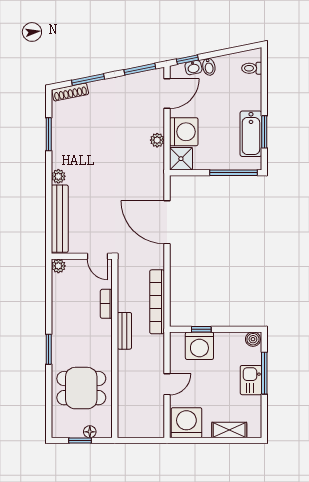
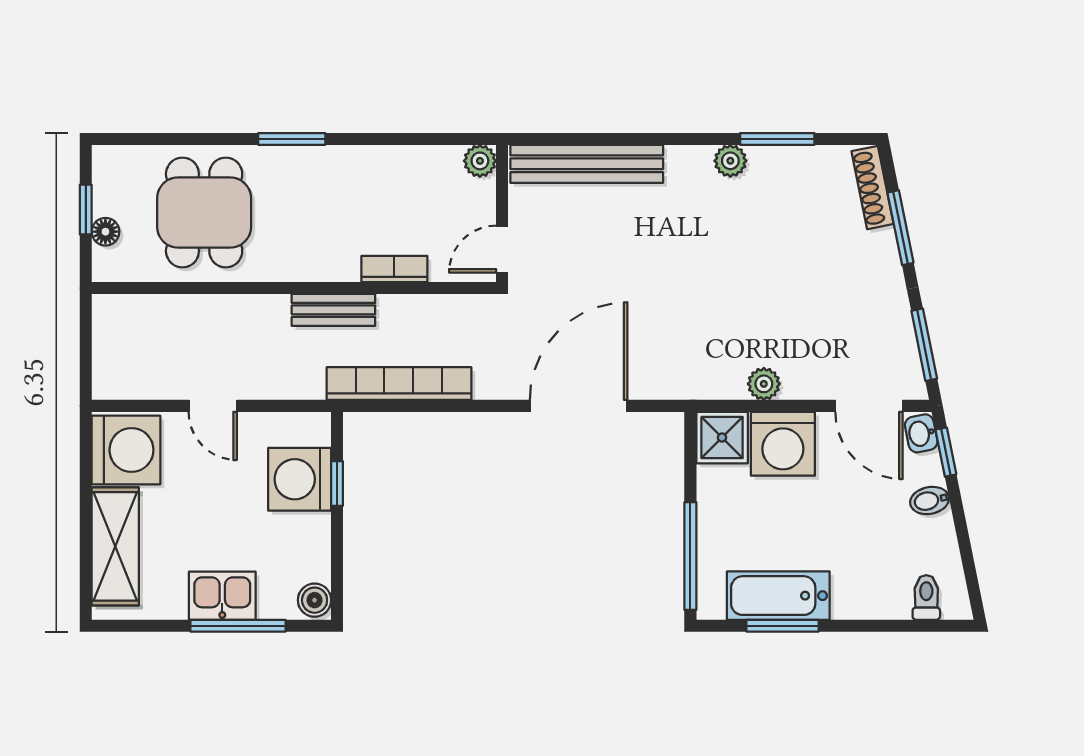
washbasin: (193, 68) -> (921, 433), moved
plant: (58, 176) -> (730, 161), moved
shelving: (229, 430) -> (115, 546), width x1.50, depth x1.33

